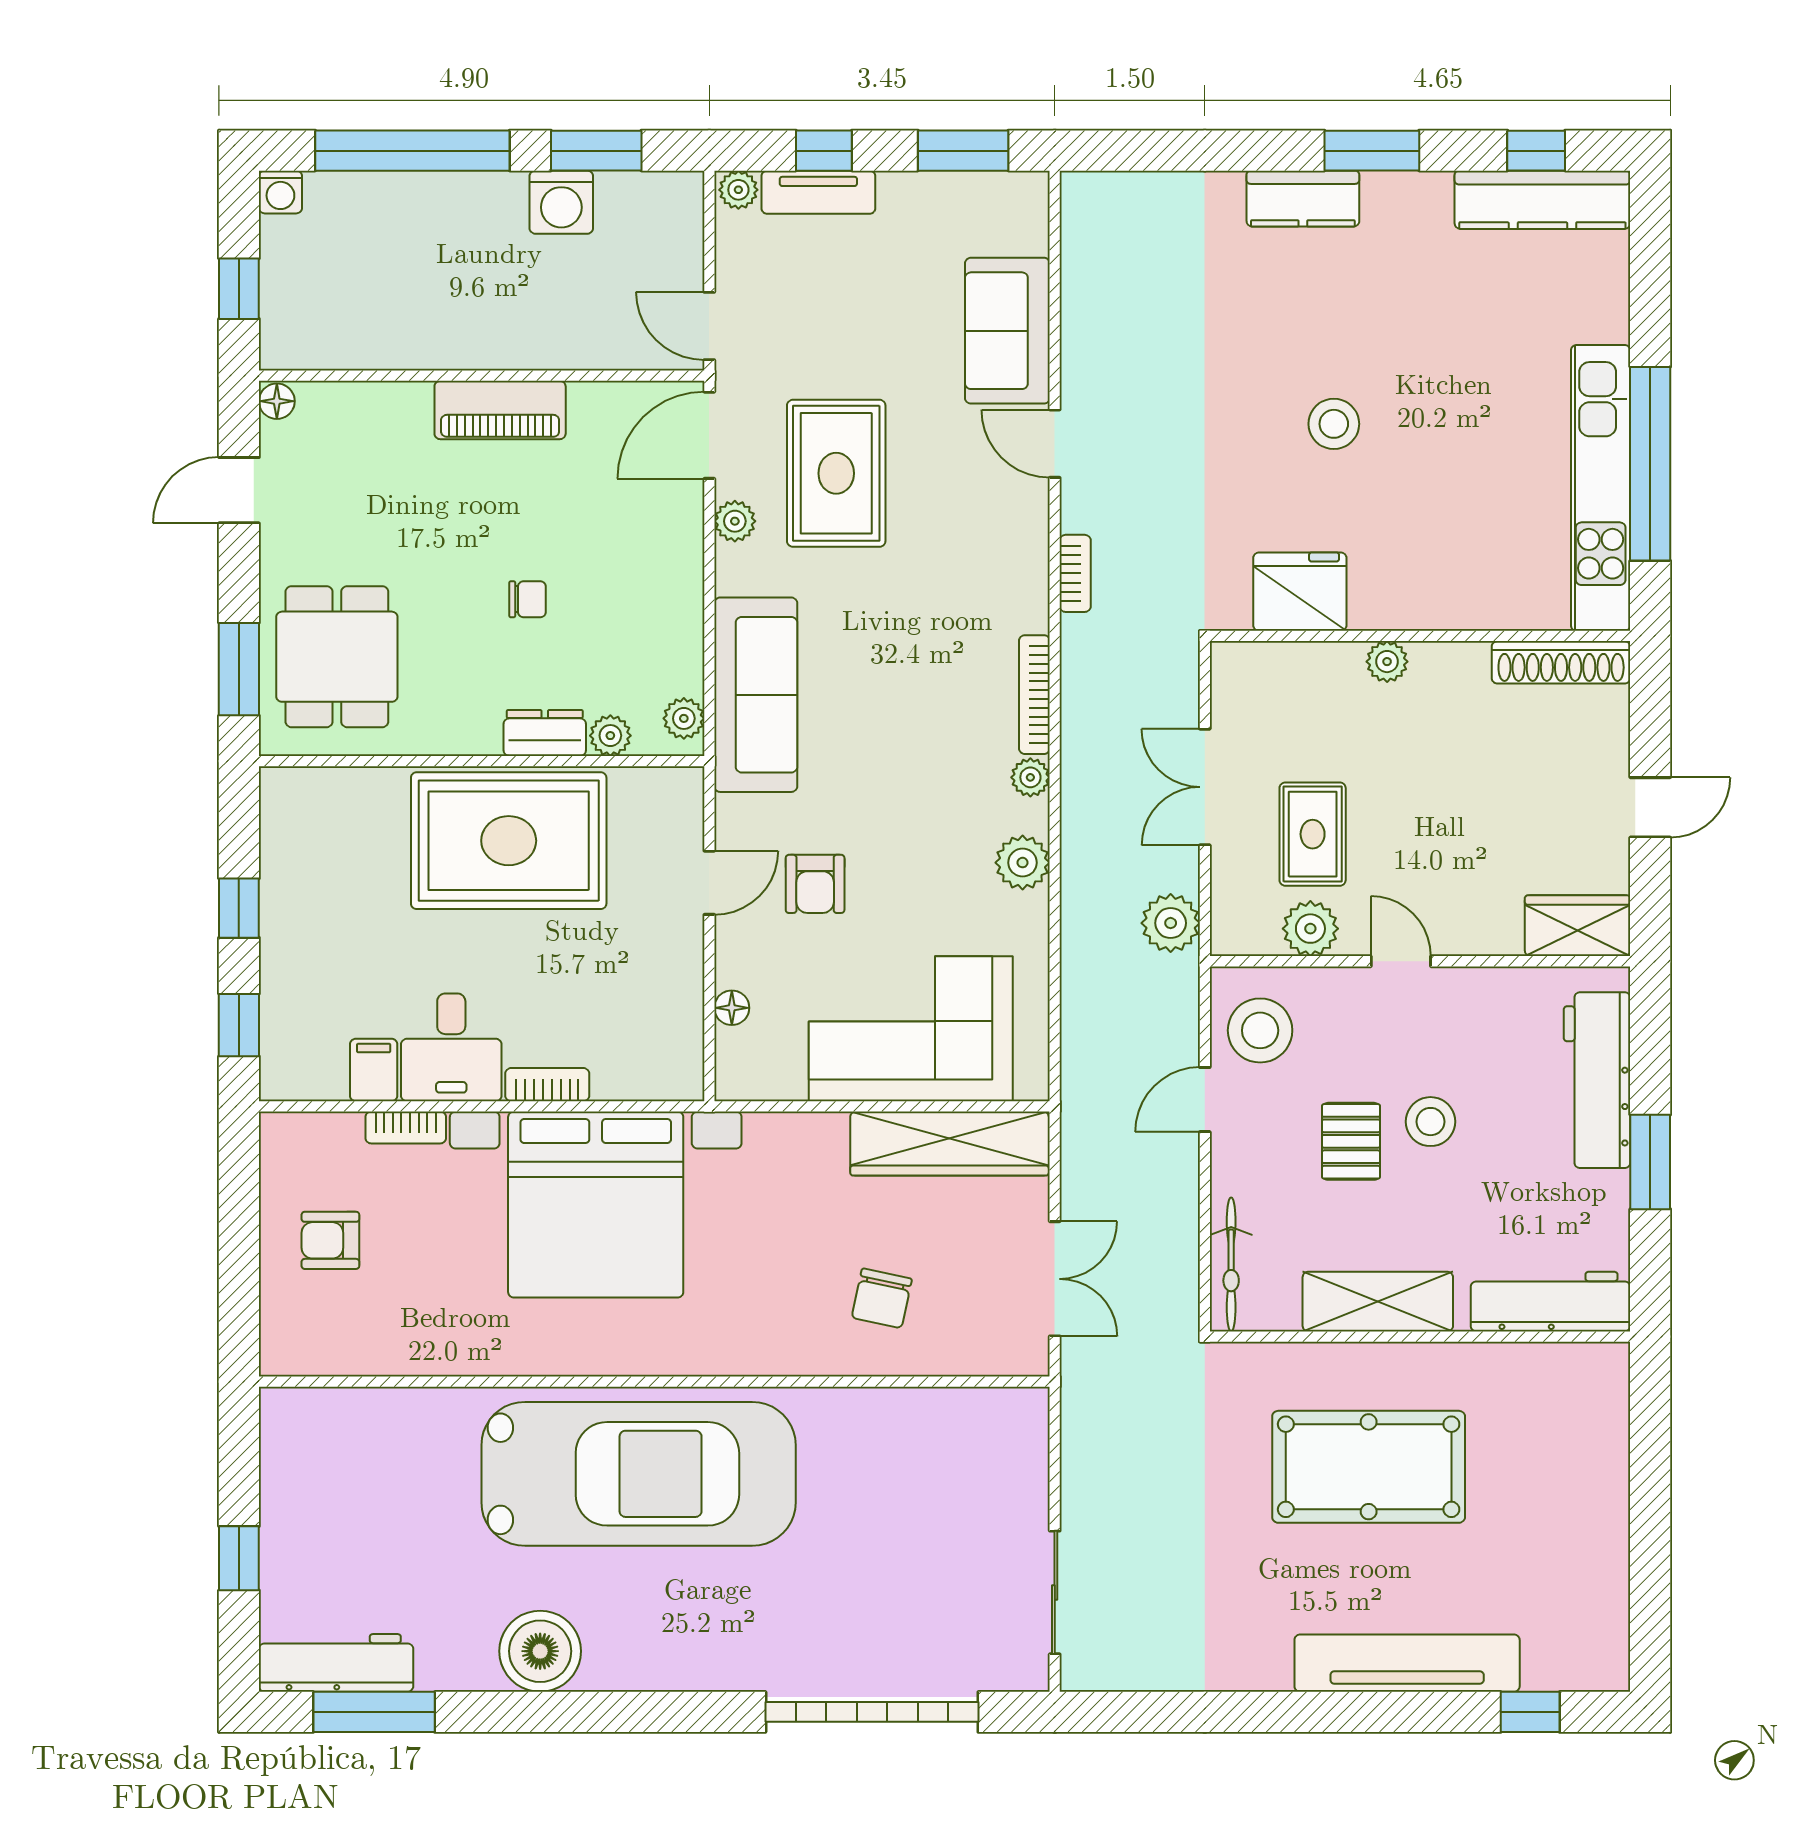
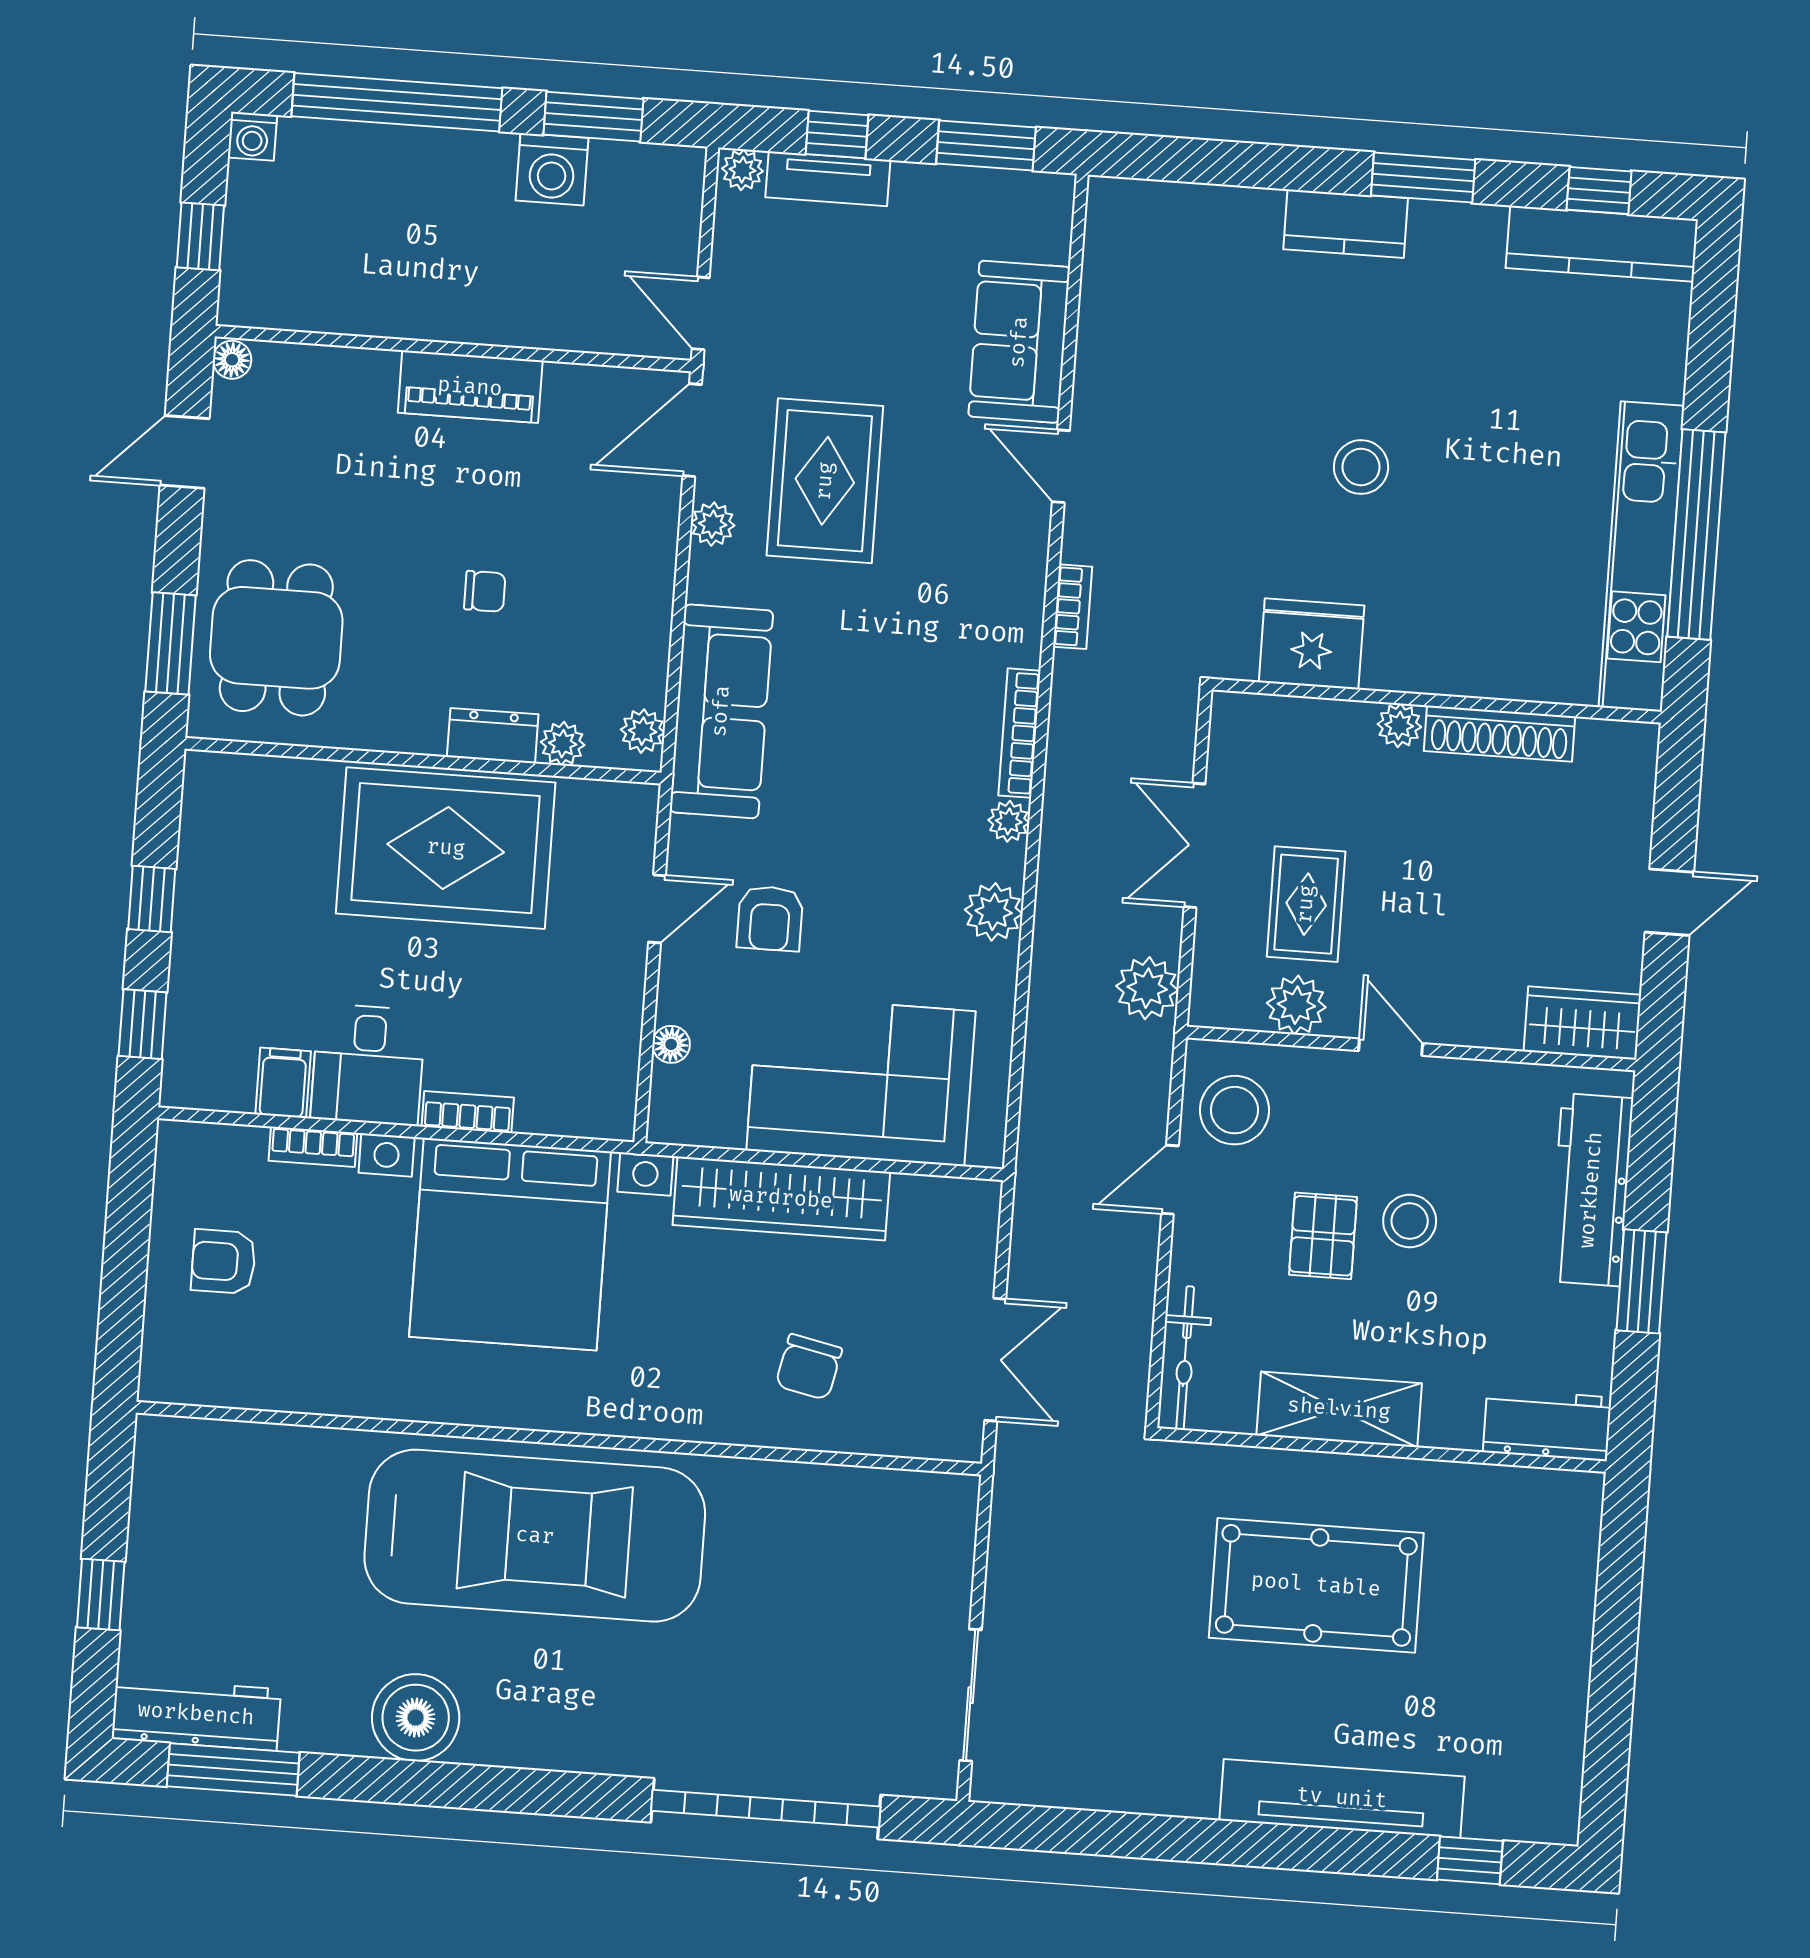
shoe rack: (1561, 662) -> (1500, 734), moved
wardrobe: (950, 1144) -> (781, 1198), moved
workbench: (1551, 1302) -> (1547, 1425), width x0.73

